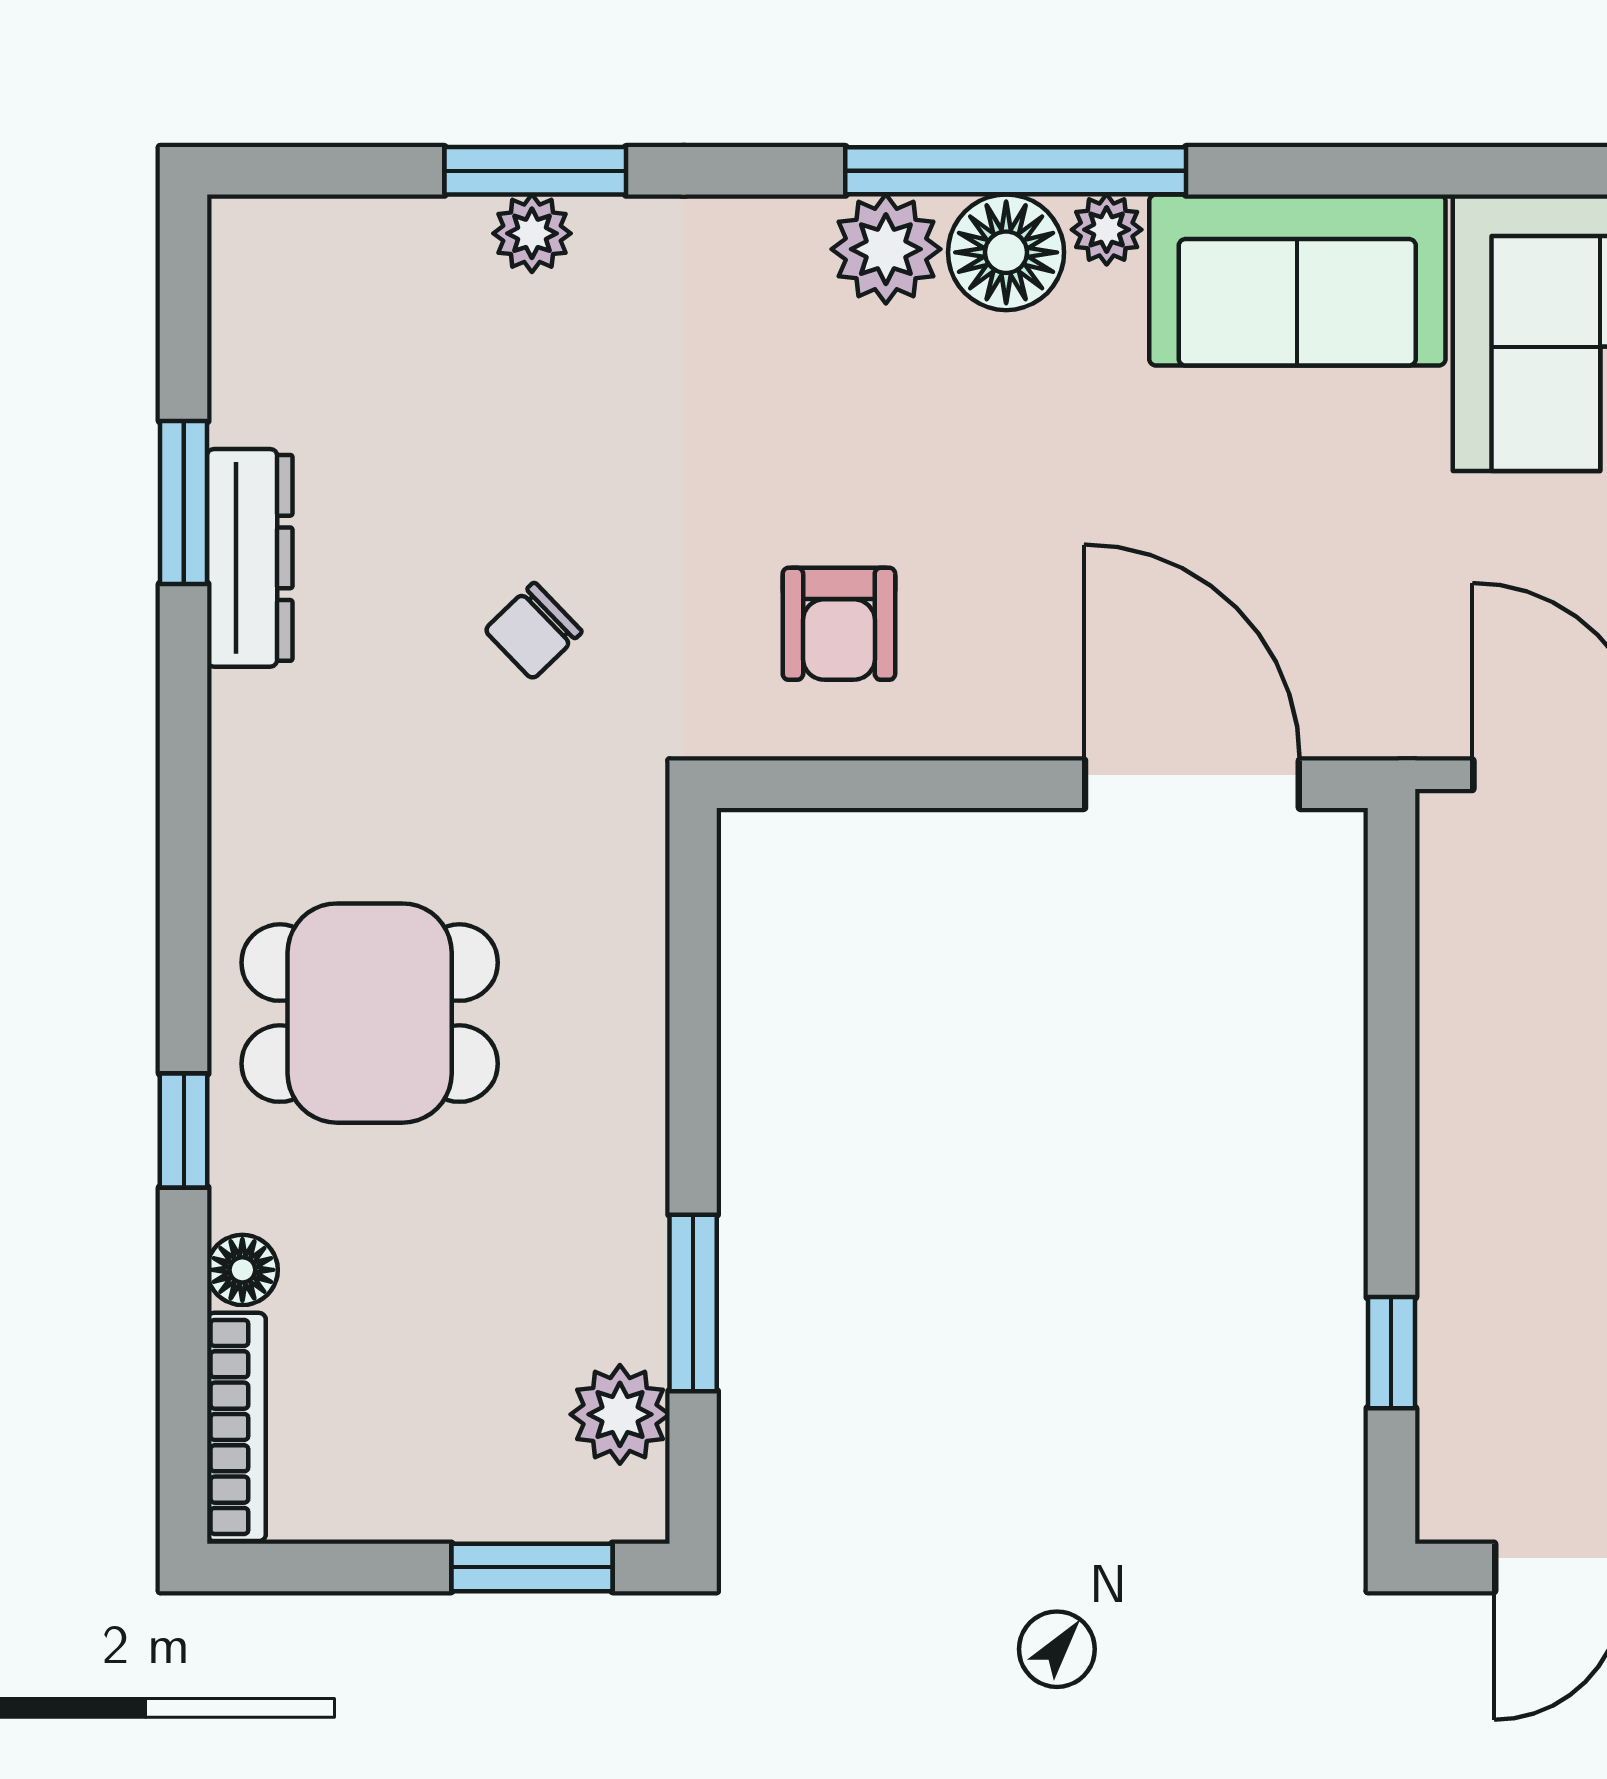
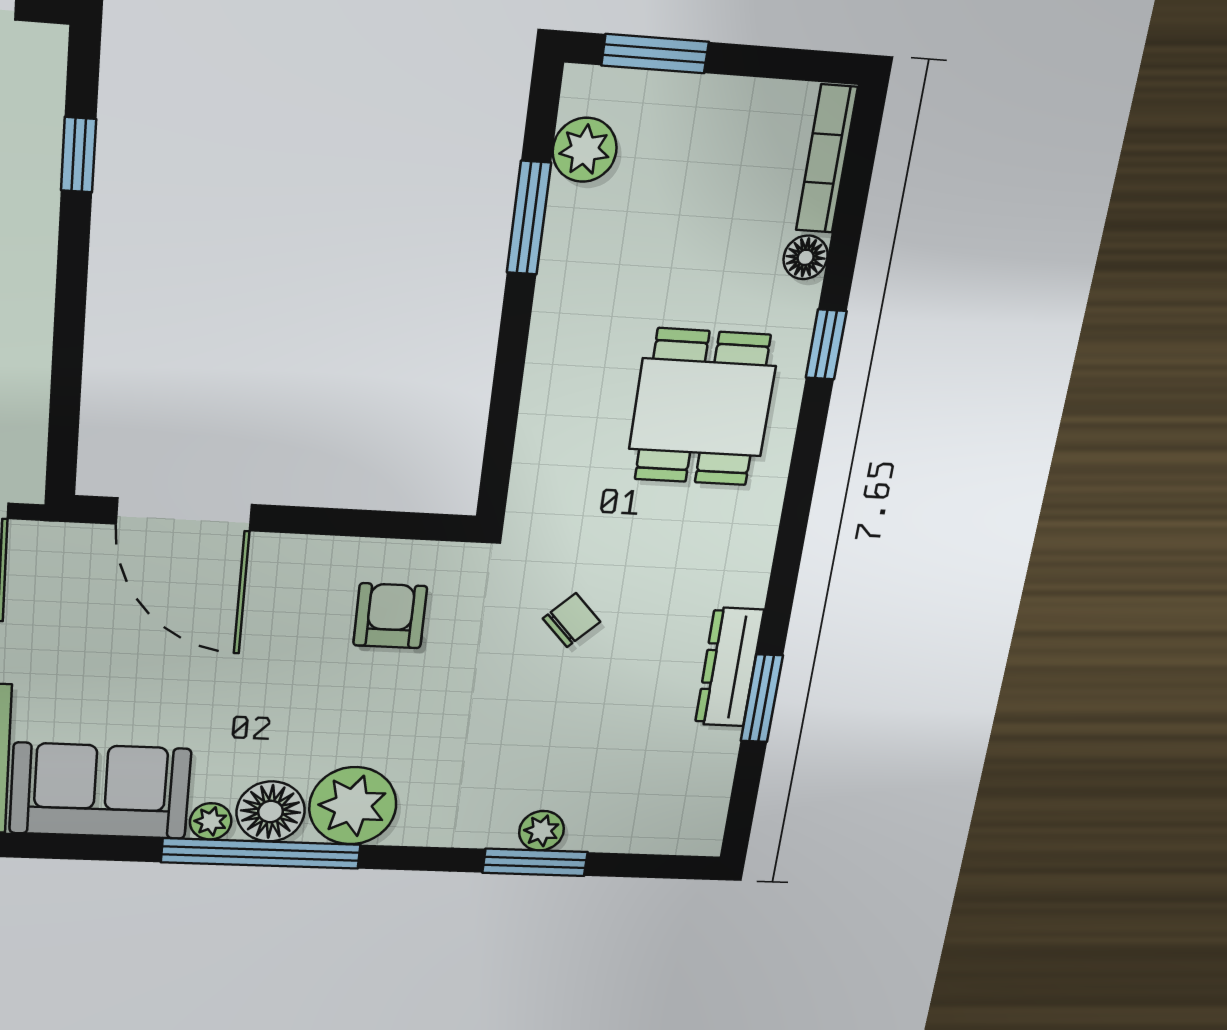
plant: (886, 249) -> (353, 806), width x1.36, depth x1.36
dining table: (370, 1013) -> (702, 408), turned 90

